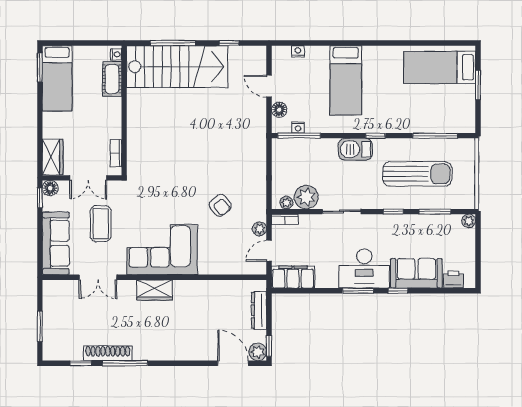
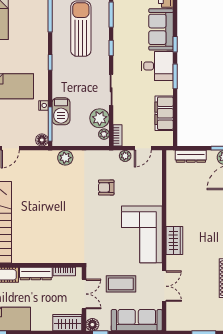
floor lamp: (279, 110) -> (42, 140), moved
dresser: (114, 118) -> (36, 273), added
nightstand: (298, 127) -> (43, 105), moved
barbecue: (355, 149) -> (61, 111), moved
plant: (257, 155) -> (65, 158), added
armchair: (220, 205) -> (106, 187), turned -141
door: (269, 251) -> (143, 148), hinge flipped
desk: (364, 269) -> (157, 66), width x0.73
filing cabinet: (293, 277) -> (164, 113), moved

